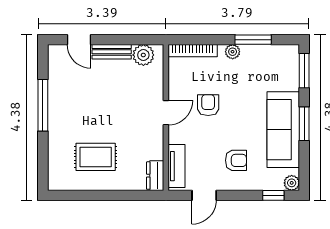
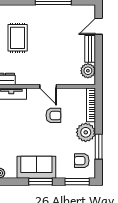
plant: (233, 52) -> (86, 132), width x1.88, depth x1.88
sofa: (283, 130) -> (36, 167), width x0.73
armchair: (236, 160) -> (82, 161), moved, turned 90

